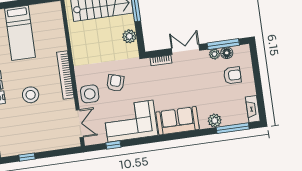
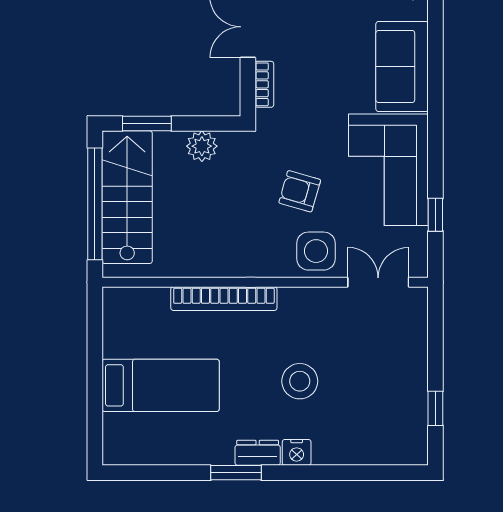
bookcase: (65, 75) -> (224, 299), moved

